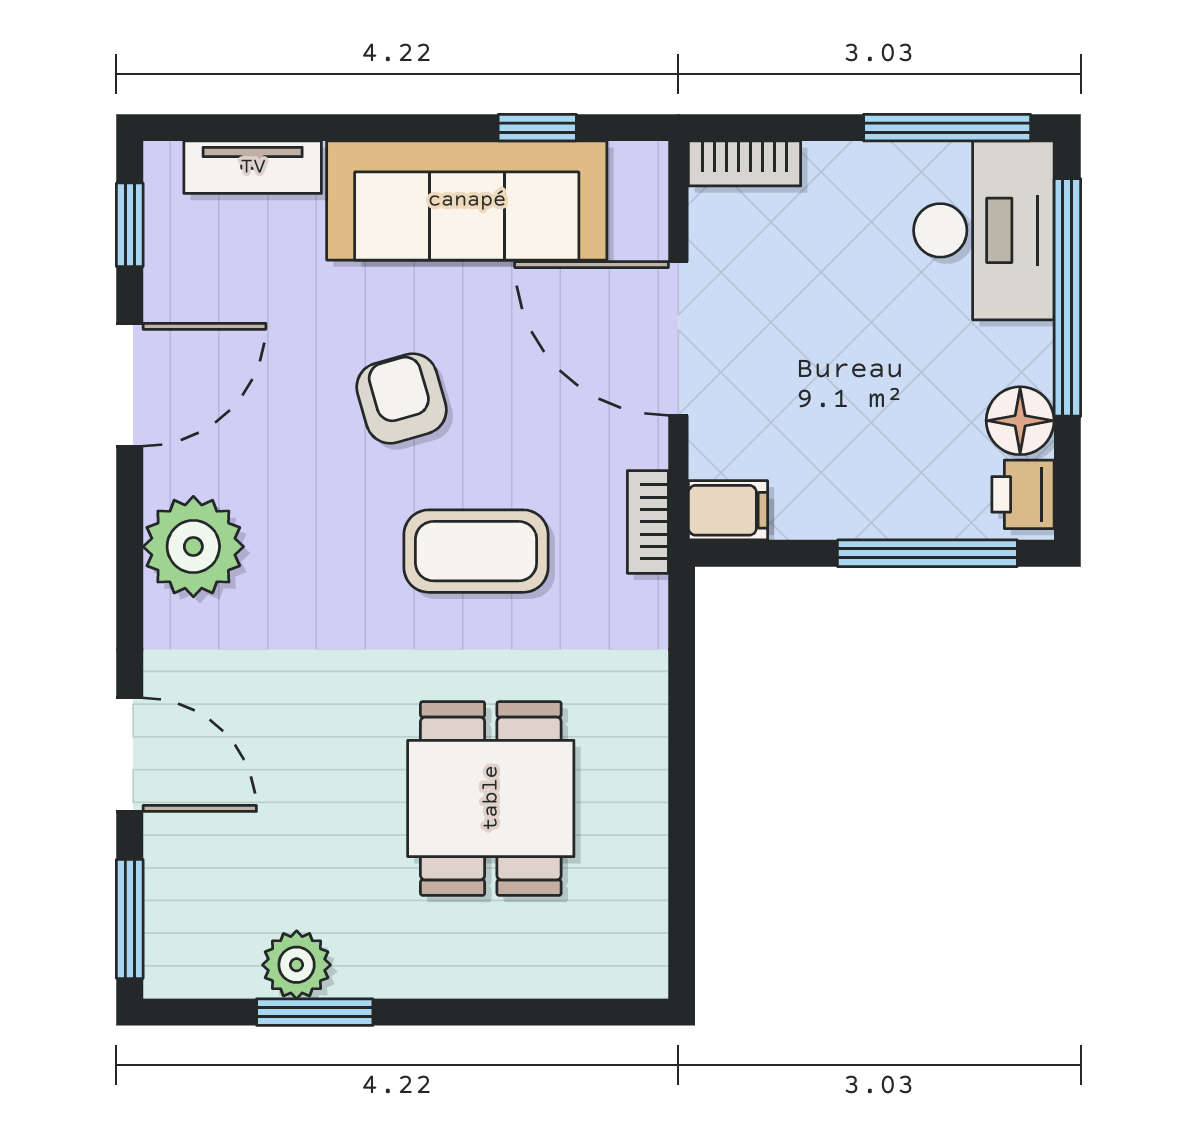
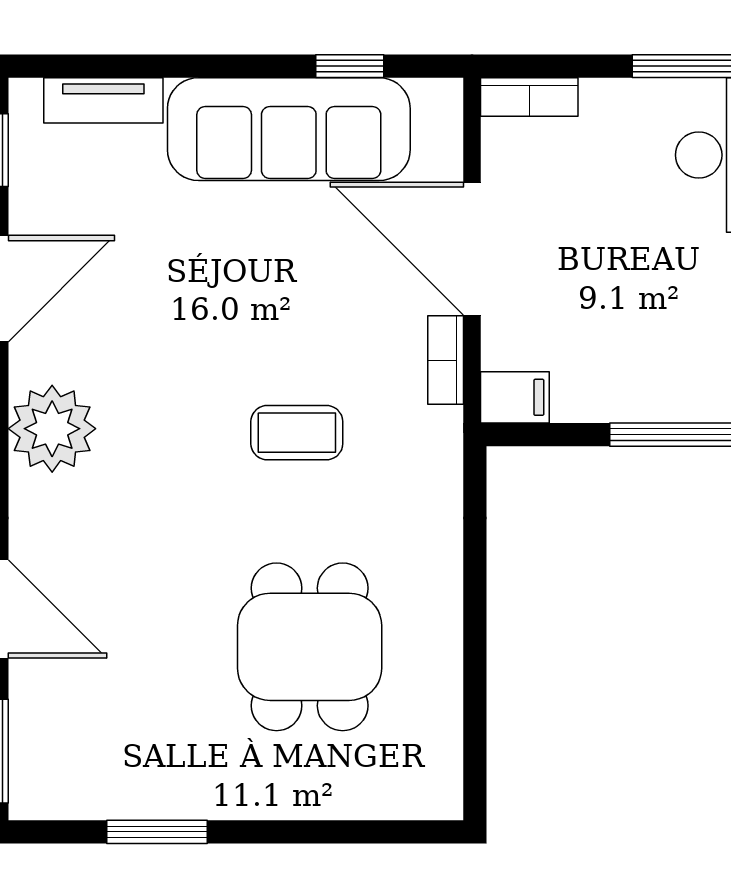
armchair: (401, 398) -> (232, 301), removed
bookcase: (648, 522) -> (446, 360), moved
coffee table: (476, 551) -> (297, 433), width x0.73, depth x0.77
plant: (297, 965) -> (141, 791), removed

